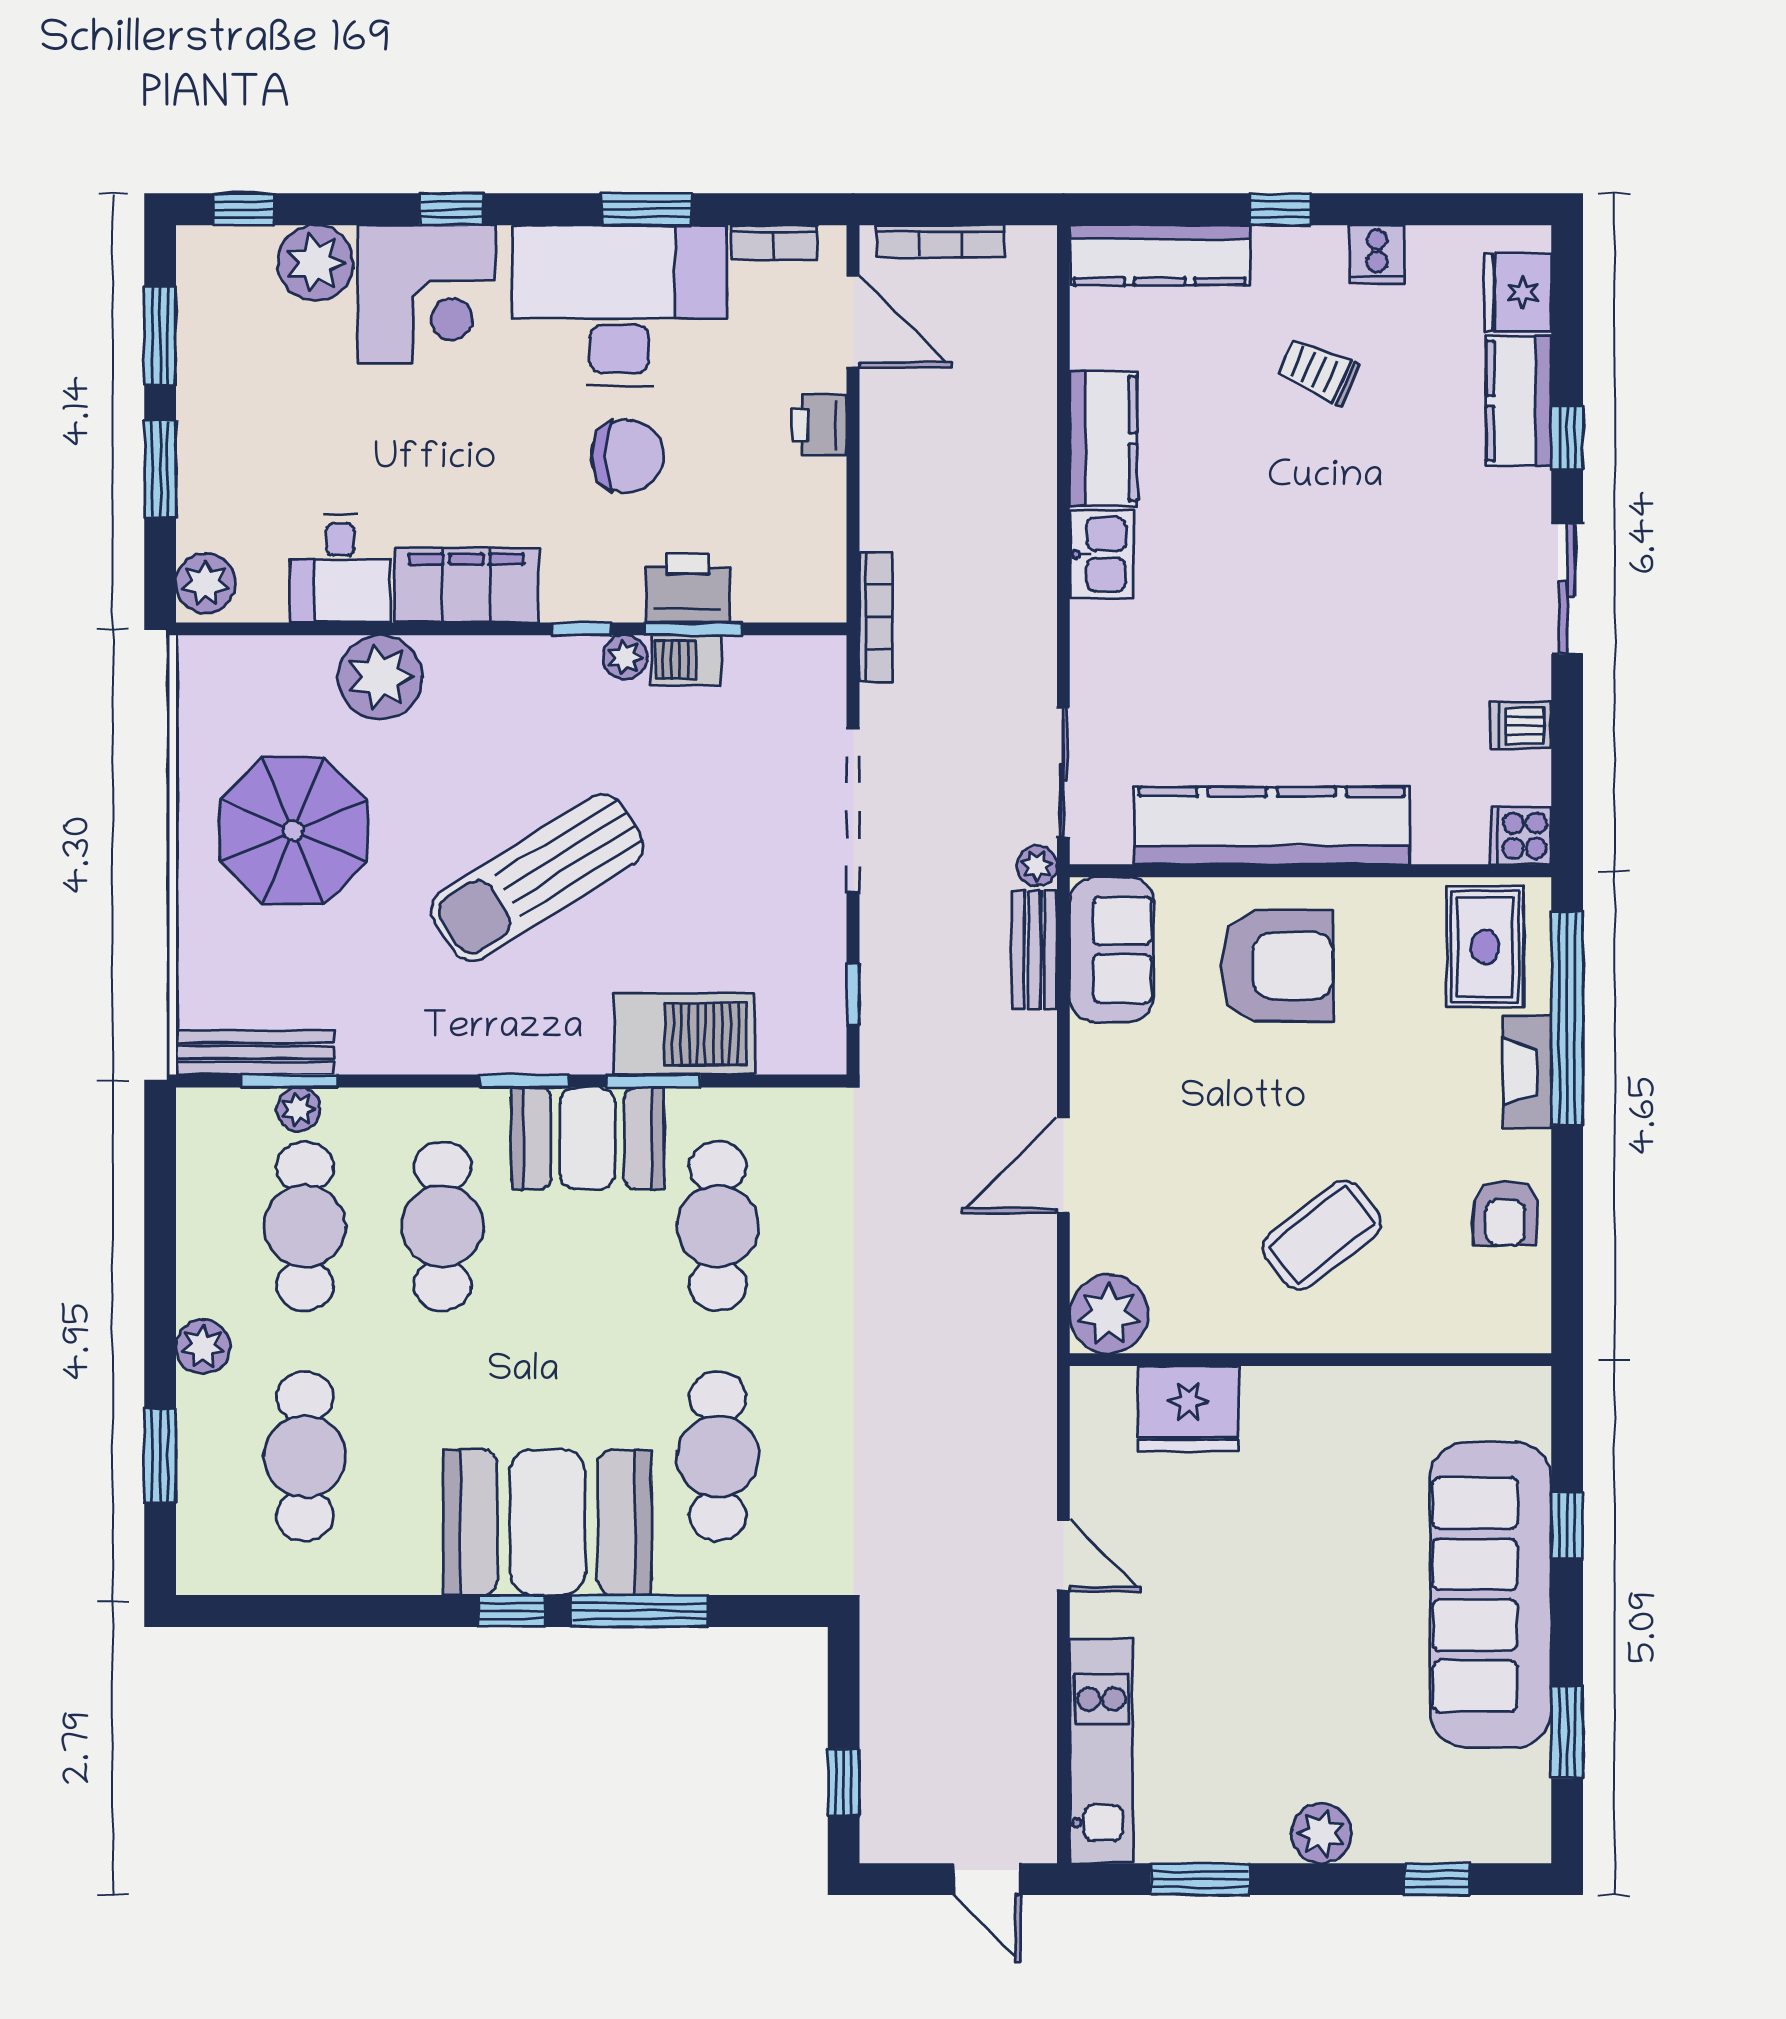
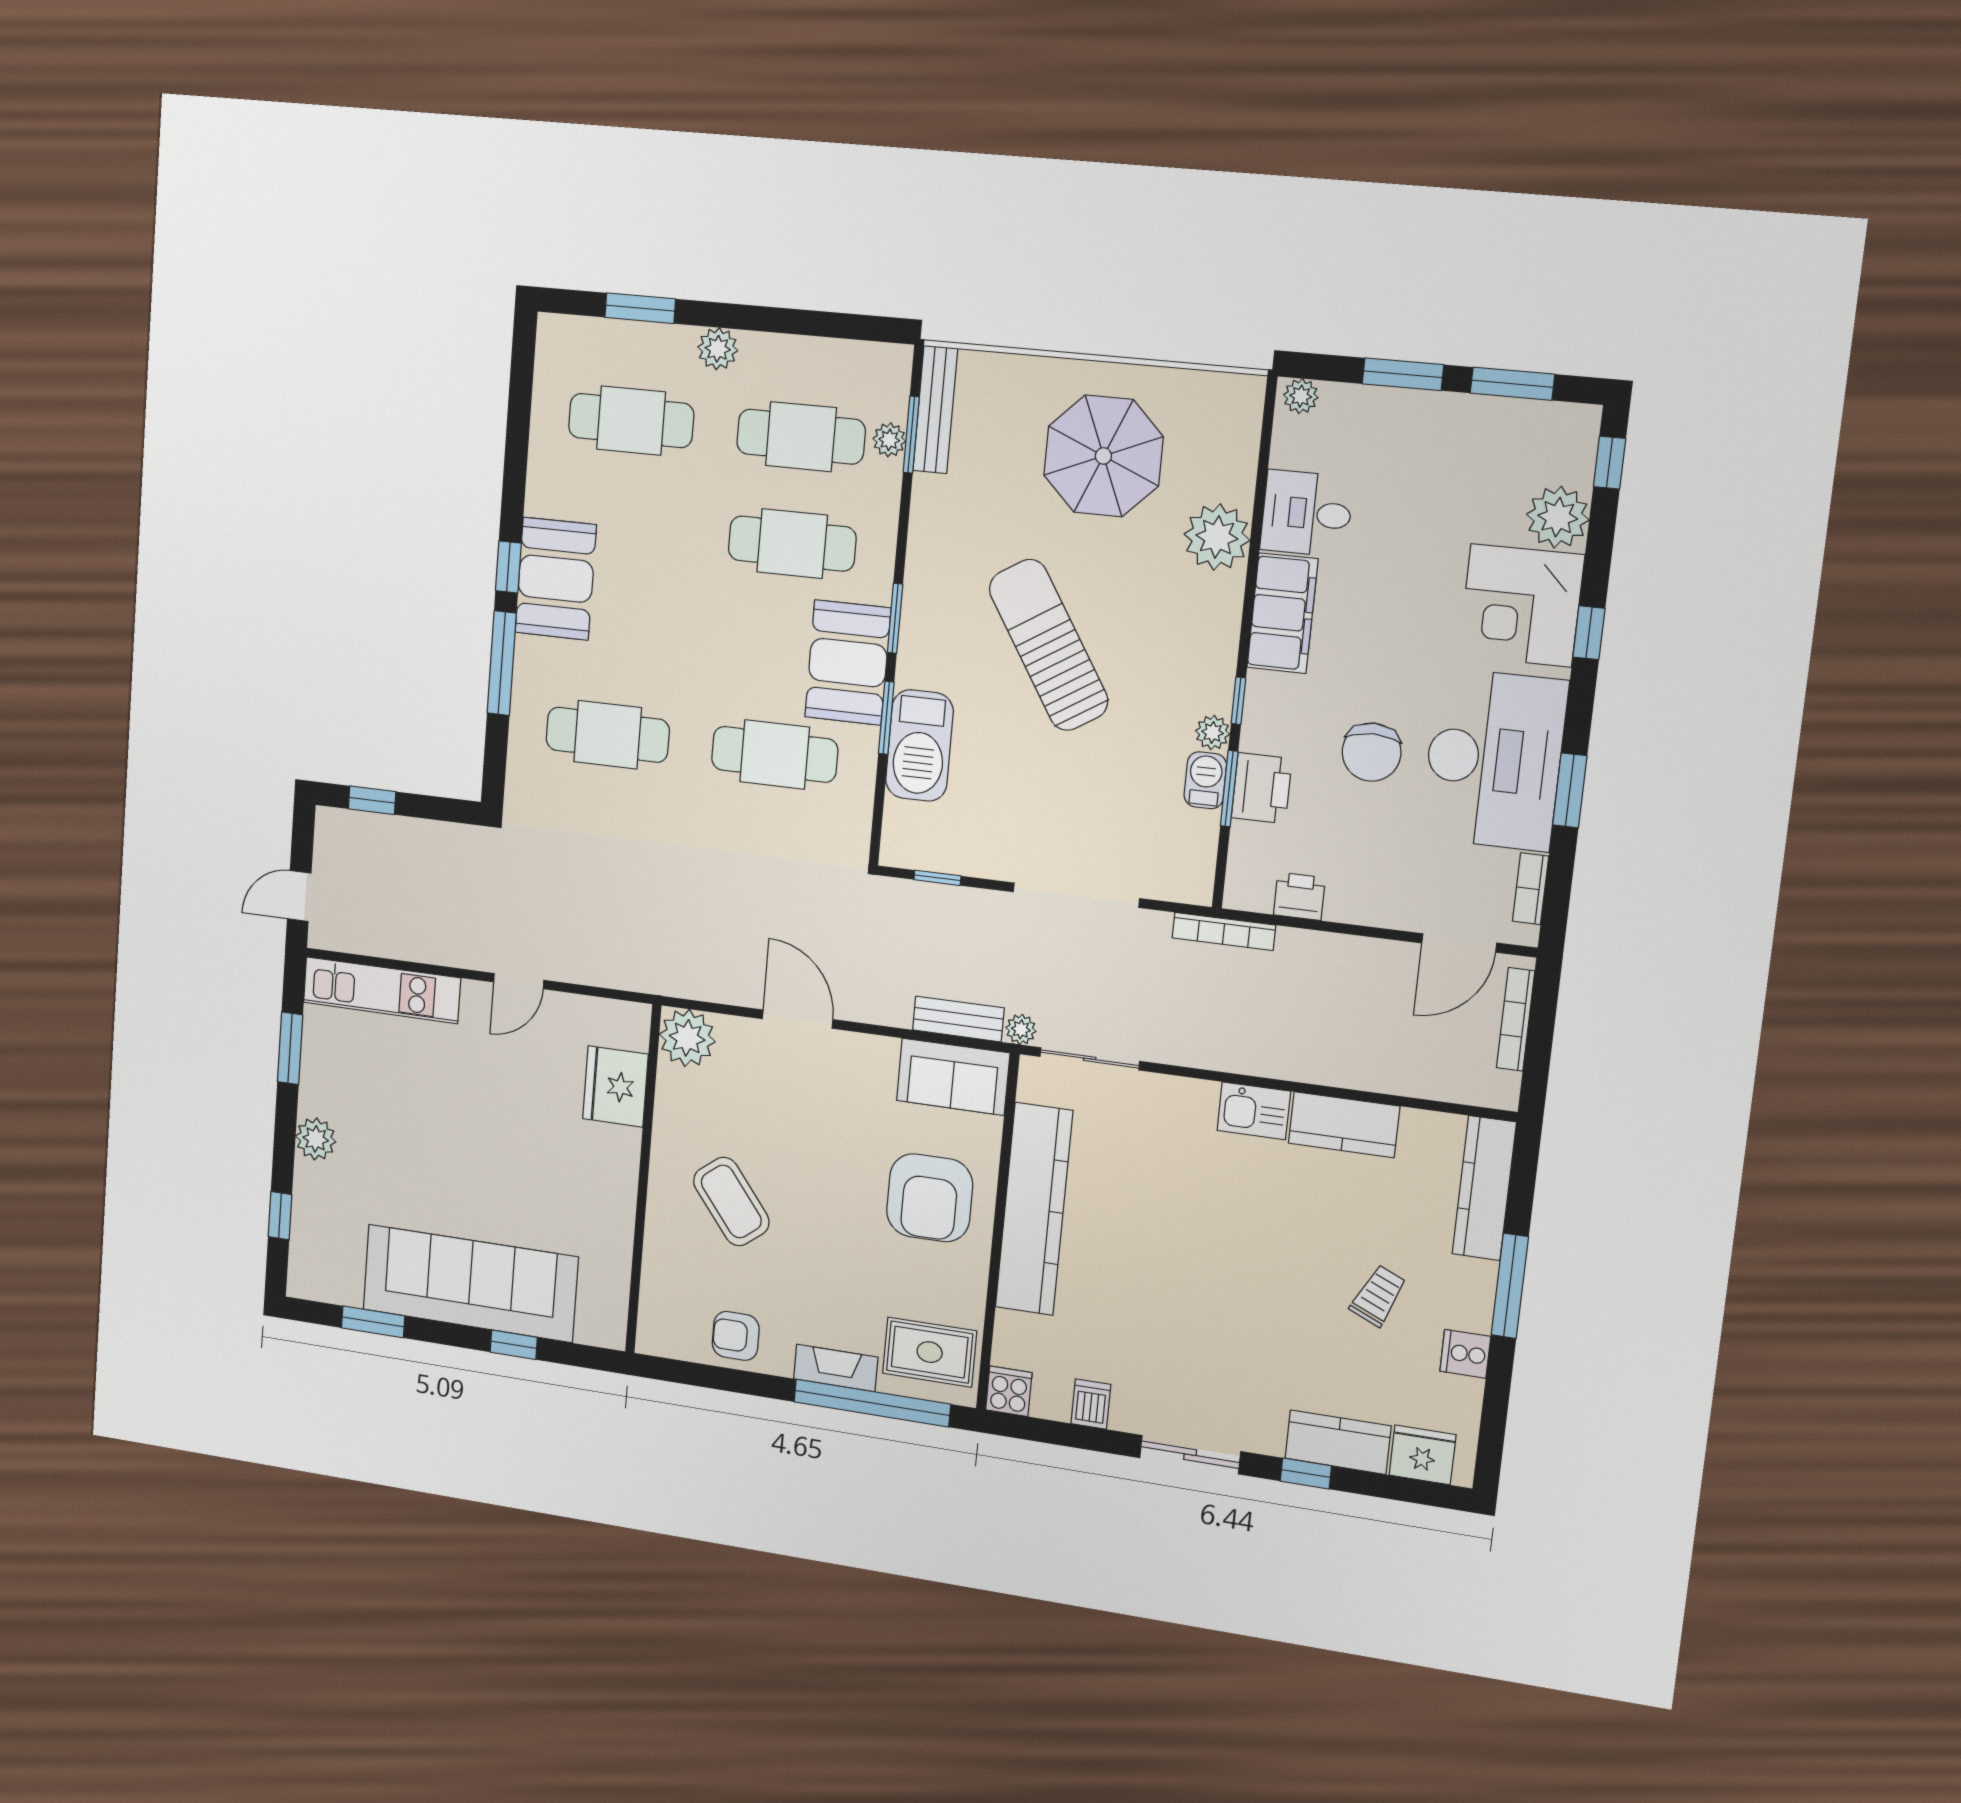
window: (1280, 209) -> (1510, 1286), width x2.17
printer: (819, 425) -> (1299, 896), moved
plant: (206, 583) -> (1301, 396), width x0.73, depth x0.73
booth: (547, 1522) -> (556, 579), width x0.73, depth x0.70

